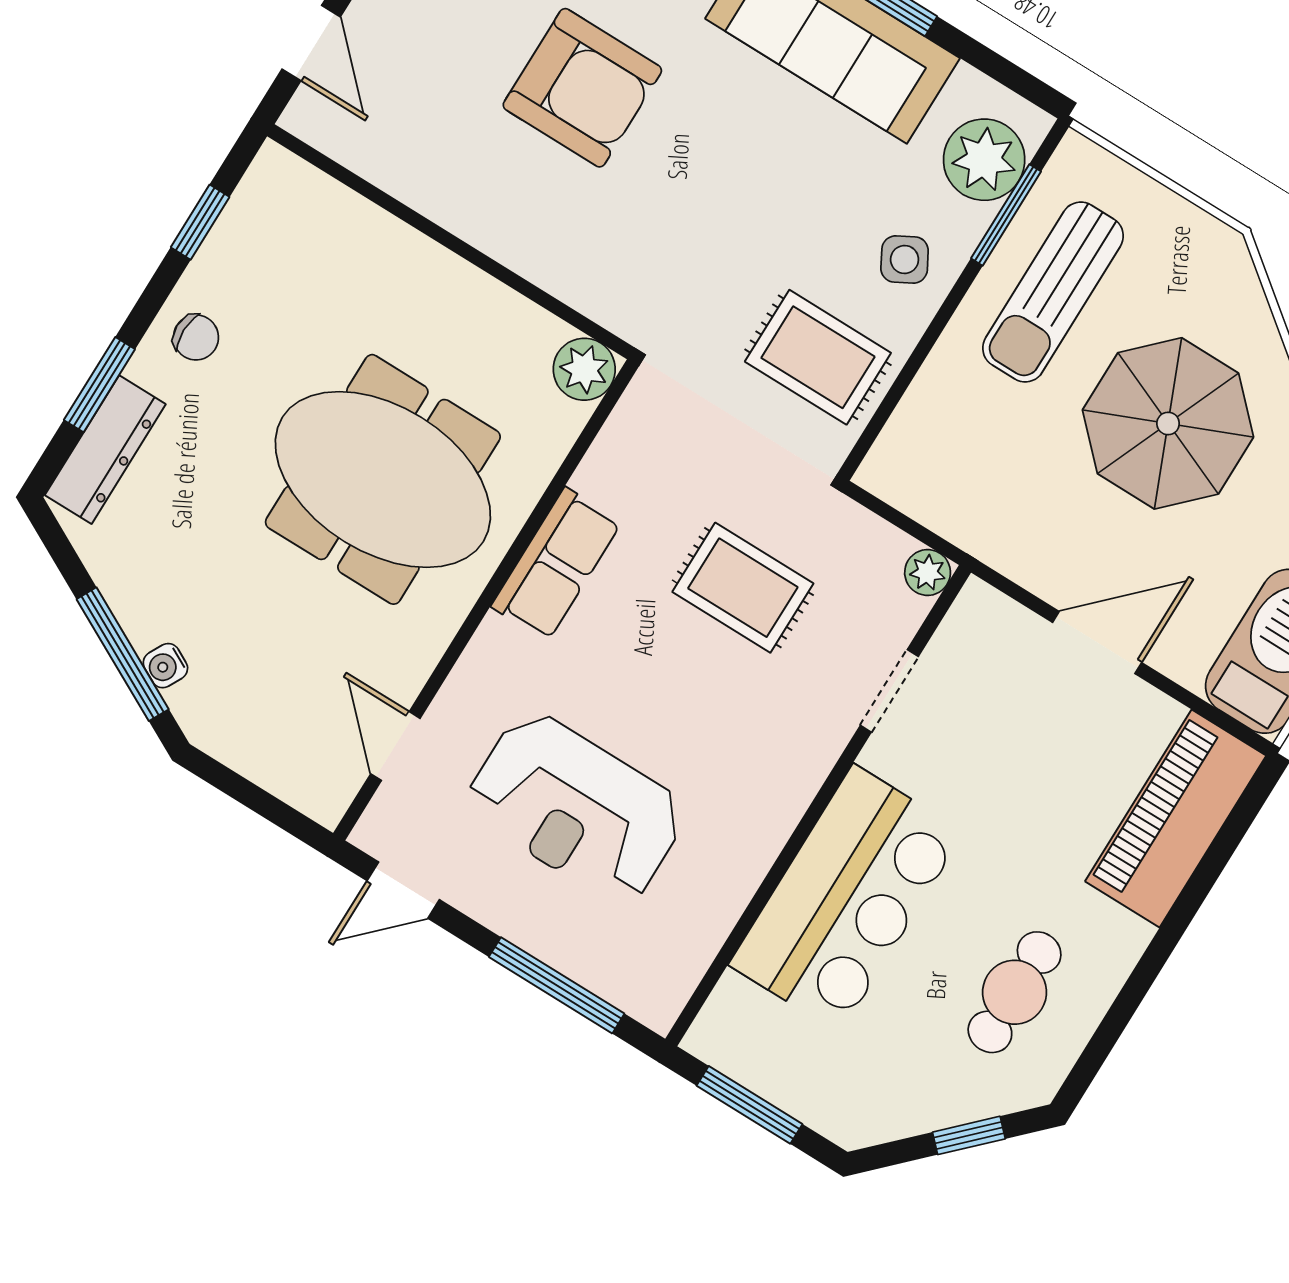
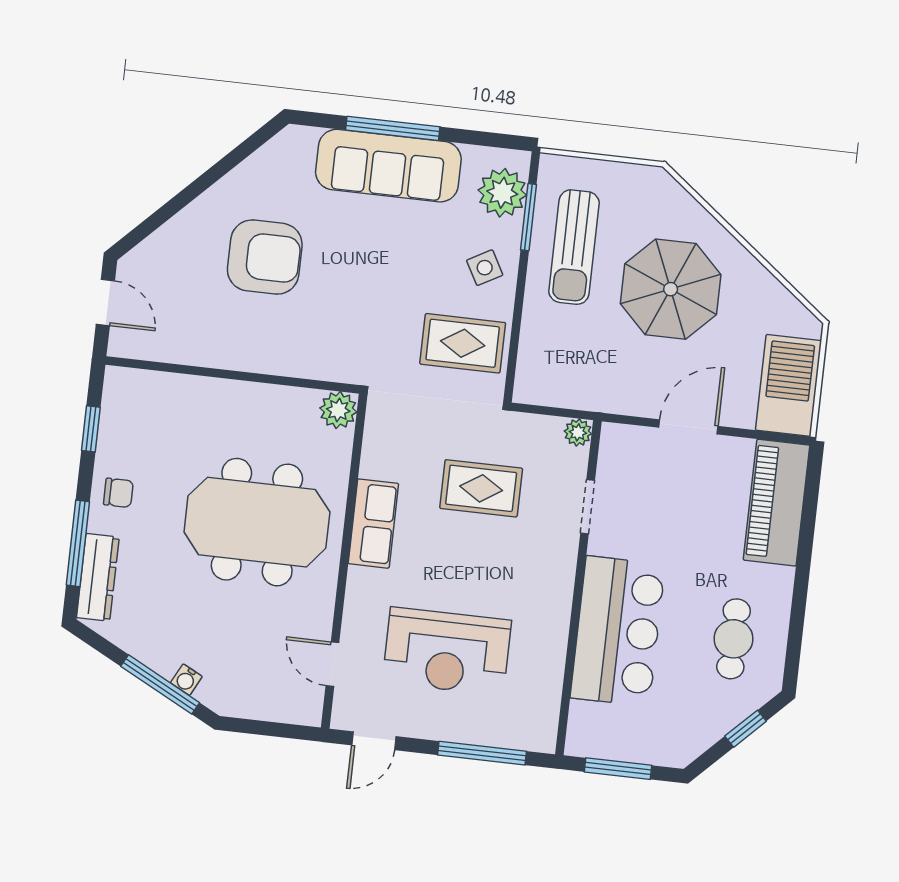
window: (99, 385) -> (78, 543), width x1.44

